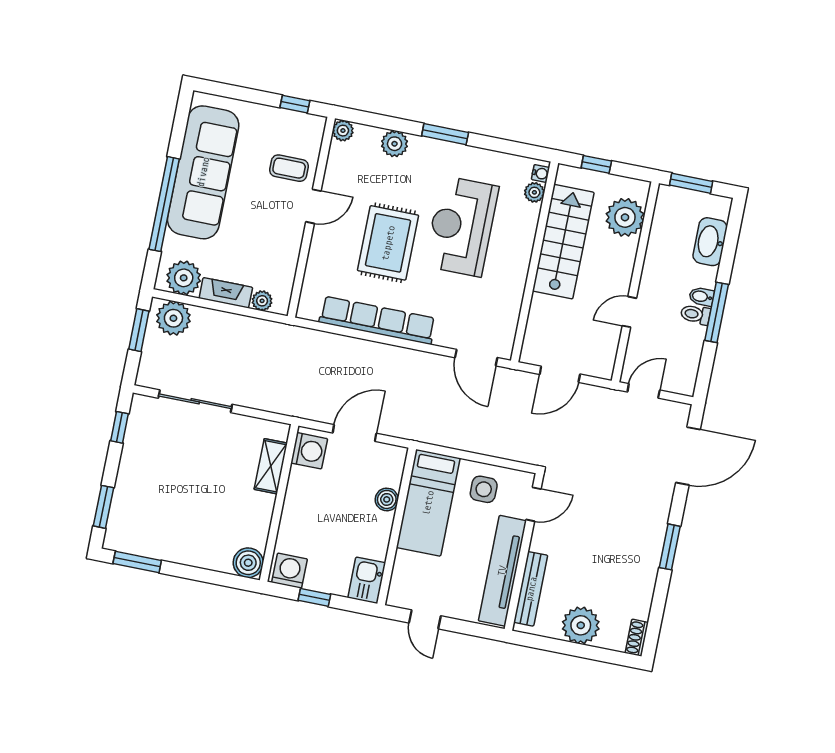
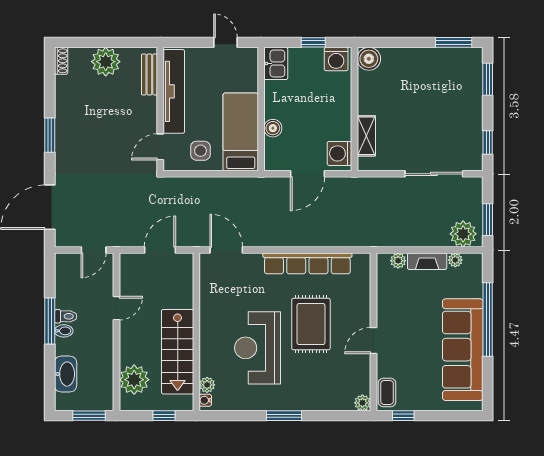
plant: (395, 144) -> (321, 401), removed
coffee table: (289, 168) -> (387, 392), moved, turned 90
reception desk: (462, 226) -> (257, 348), turned 180
plant: (184, 278) -> (455, 260), width x0.53, depth x0.53
bench: (531, 589) -> (149, 74), width x0.73

